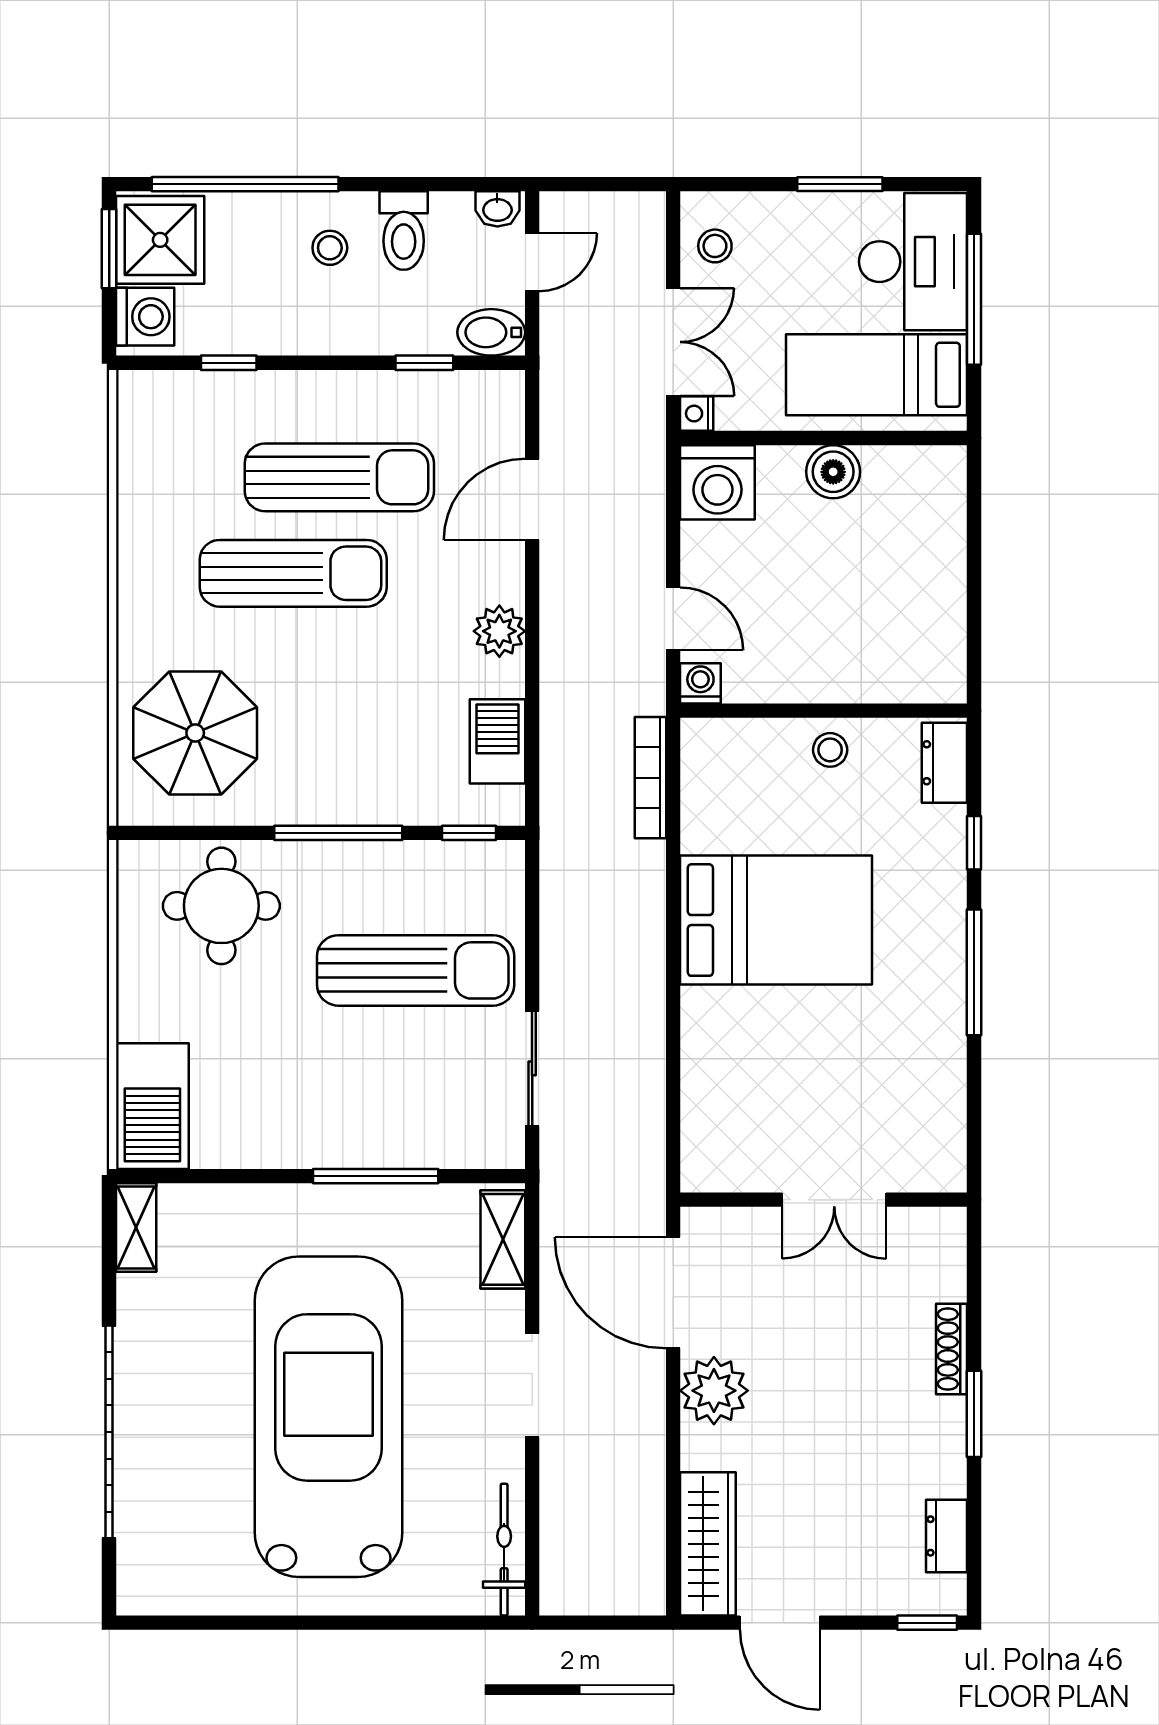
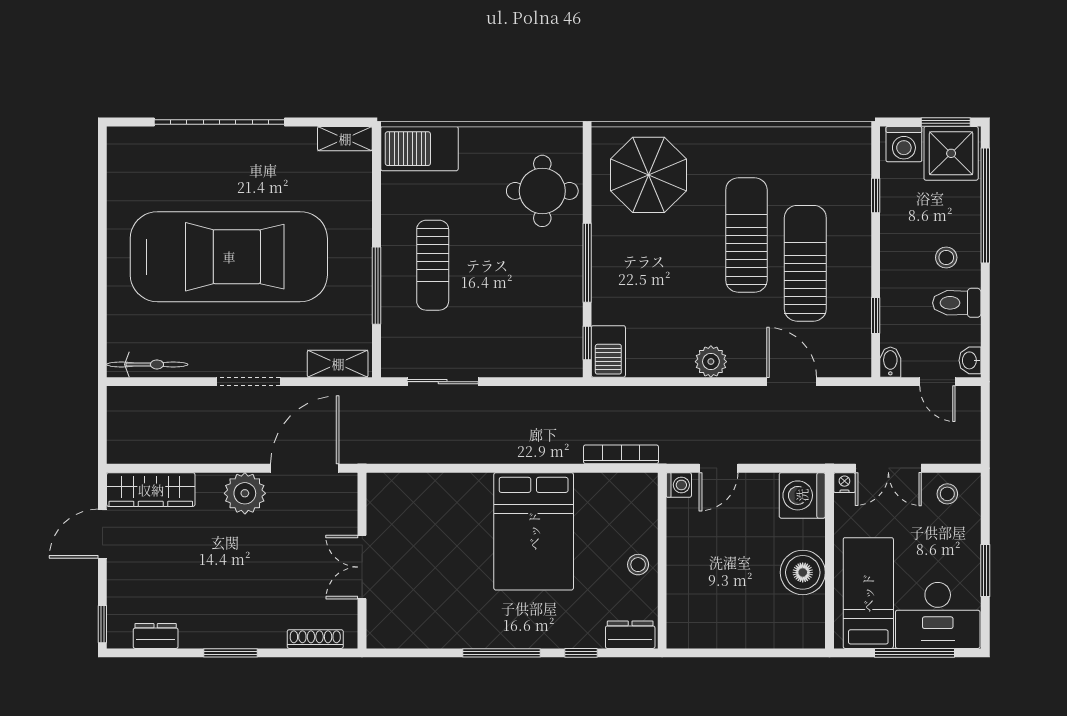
bidet: (491, 332) -> (890, 362), width x0.72, depth x0.74
boiler: (833, 472) -> (803, 572), width x1.37, depth x1.37
sun lounger: (339, 477) -> (805, 263), turned 180
sun lounger: (293, 573) -> (746, 235), turned 180
barbecue: (498, 741) -> (608, 351), moved, turned 90
sun lounger: (416, 970) -> (433, 265), moved, width x0.73, depth x0.75
shoe rack: (952, 1349) -> (315, 639), moved

